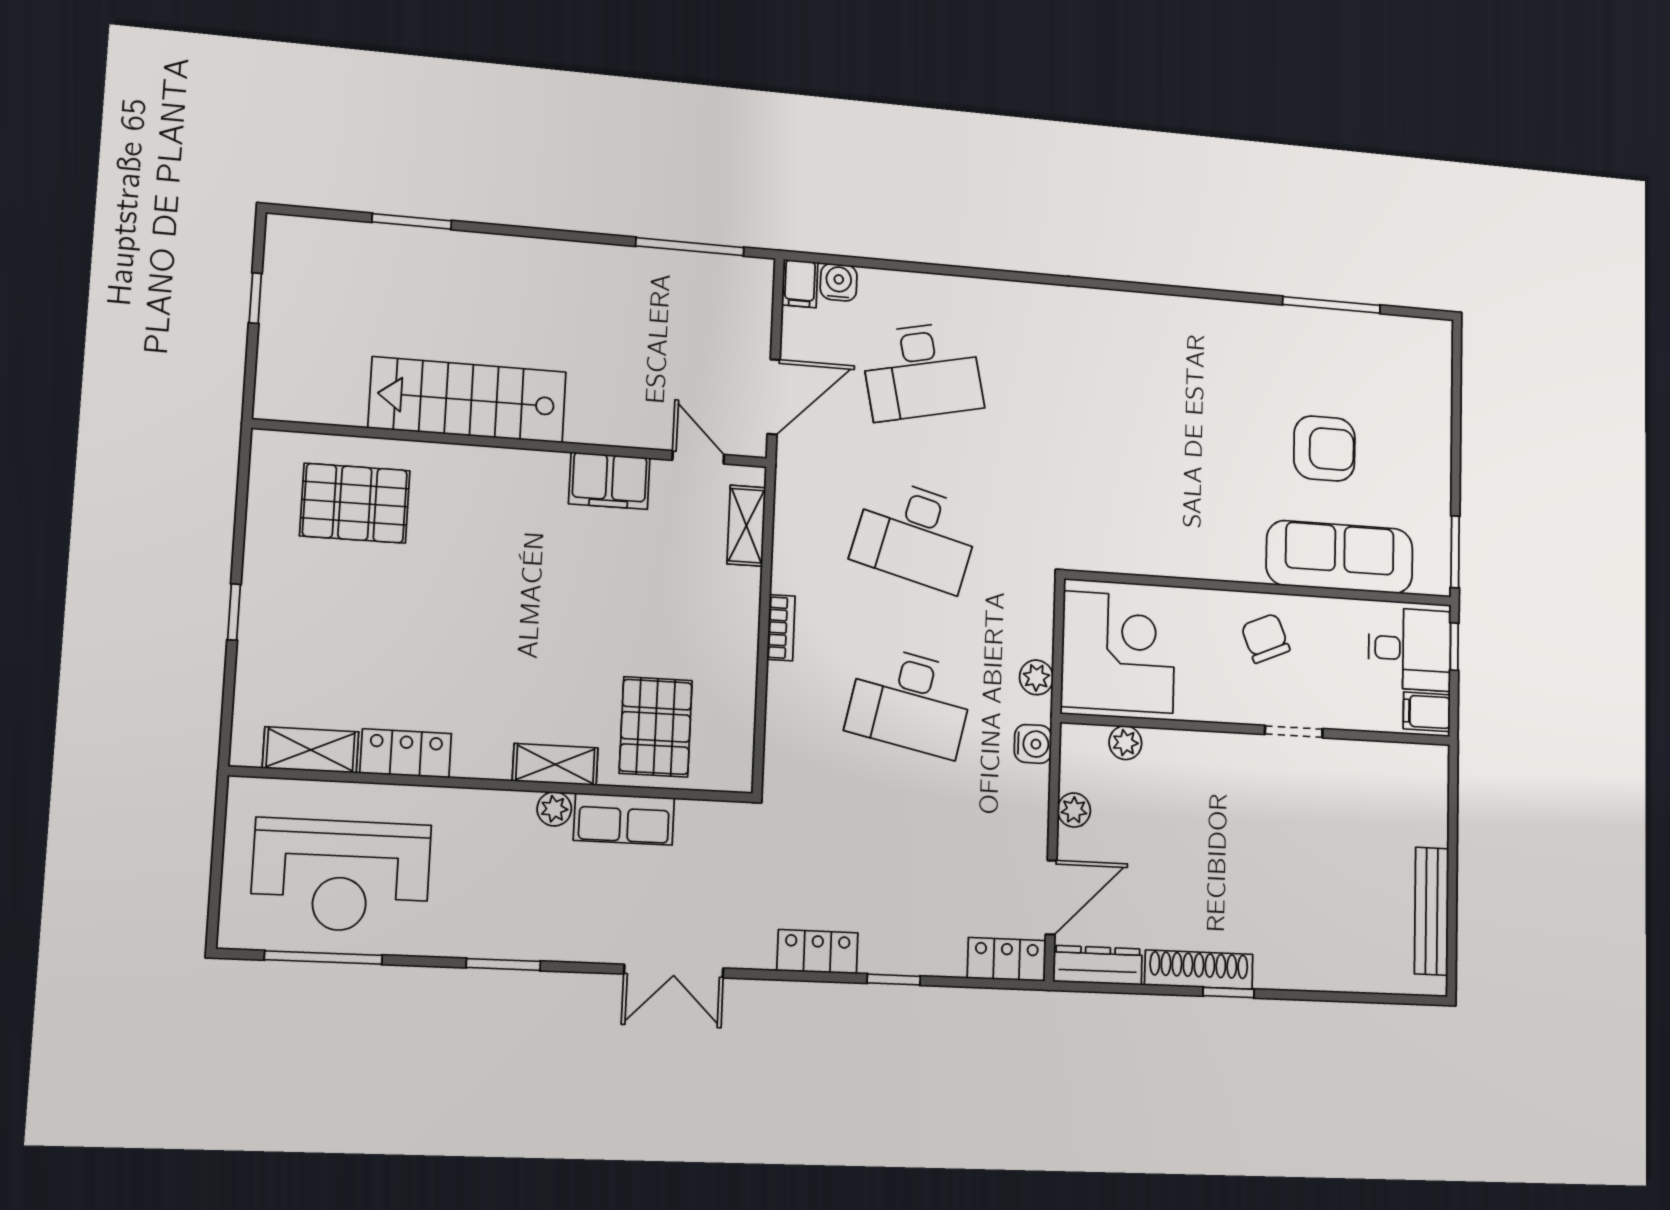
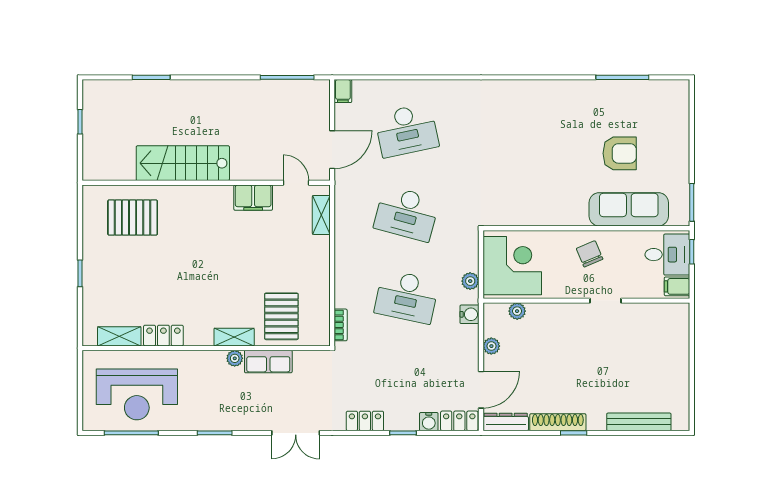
water cooler: (839, 282) -> (429, 422), moved, turned 180
bookcase: (781, 628) -> (341, 325), moved
bench: (1432, 911) -> (639, 422), moved, turned 90

